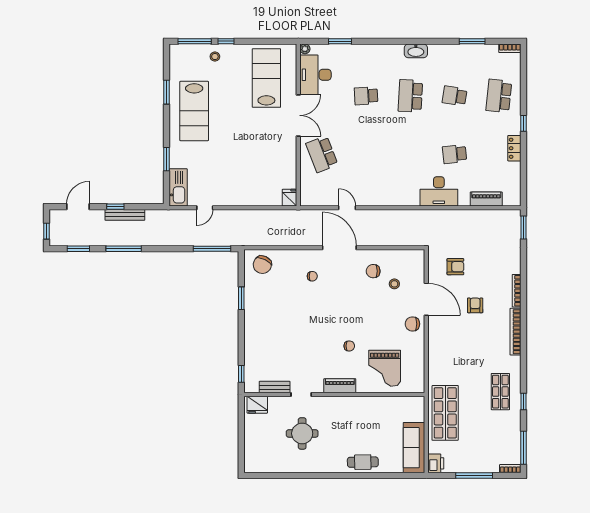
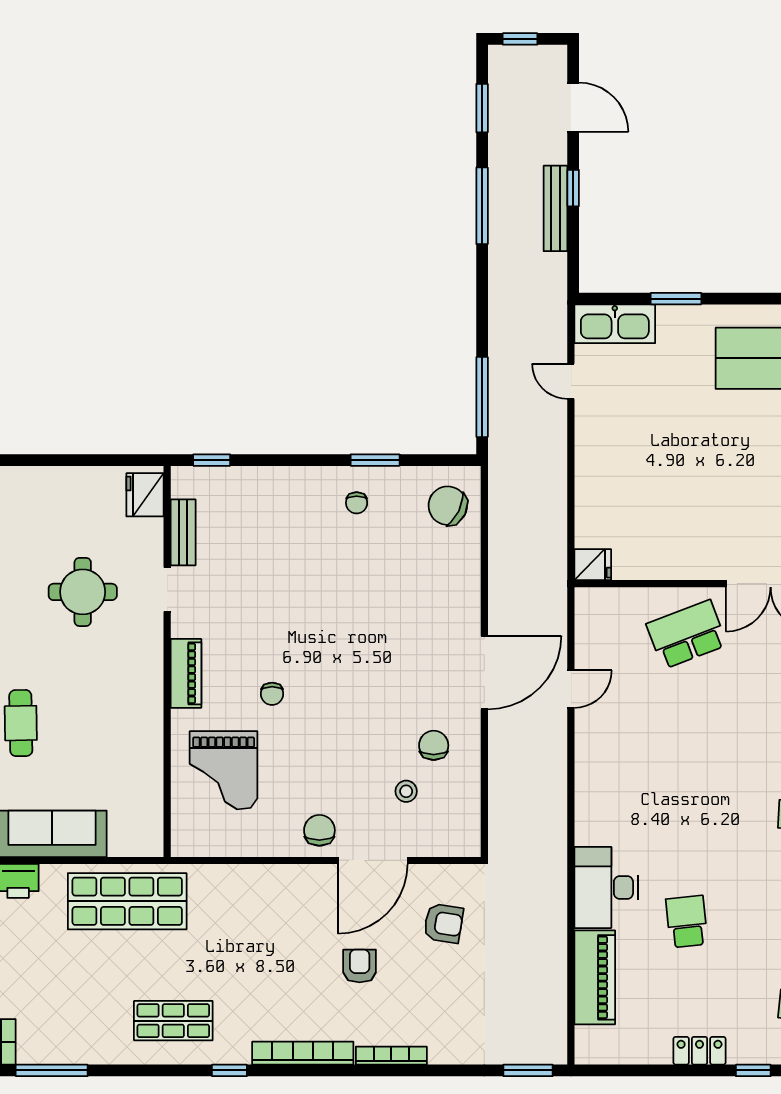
piano: (486, 199) -> (595, 977), width x1.37, depth x1.33
armchair: (455, 267) -> (443, 923), turned -81
chair: (312, 276) -> (357, 503), moved
armchair: (475, 305) -> (360, 966), turned -90
grand piano: (385, 368) -> (224, 770), turned -90
window: (523, 402) -> (229, 1070), moved

